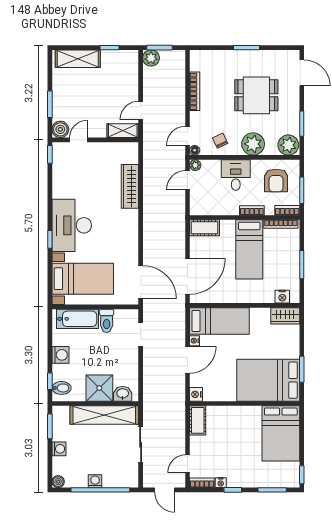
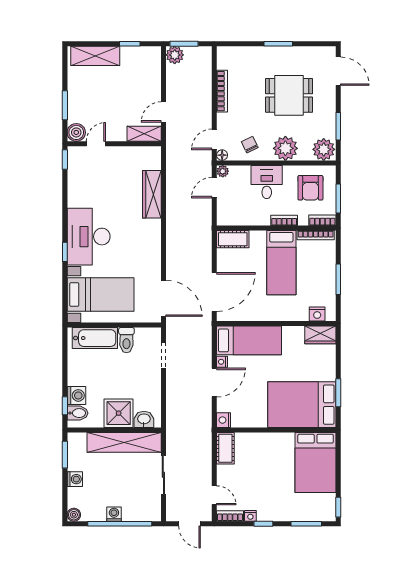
washing machine: (60, 355) -> (76, 395), moved
door: (187, 464) -> (214, 495), swing flipped

